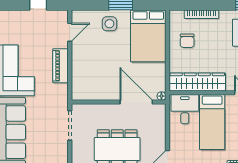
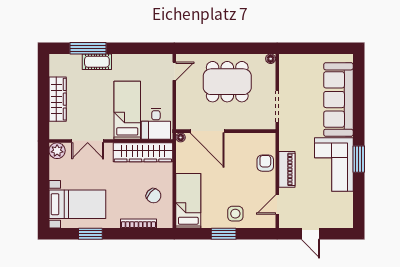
bed: (148, 36) -> (188, 201), width x0.67
chair: (187, 41) -> (154, 196), turned 131
armchair: (81, 72) -> (265, 163), added

